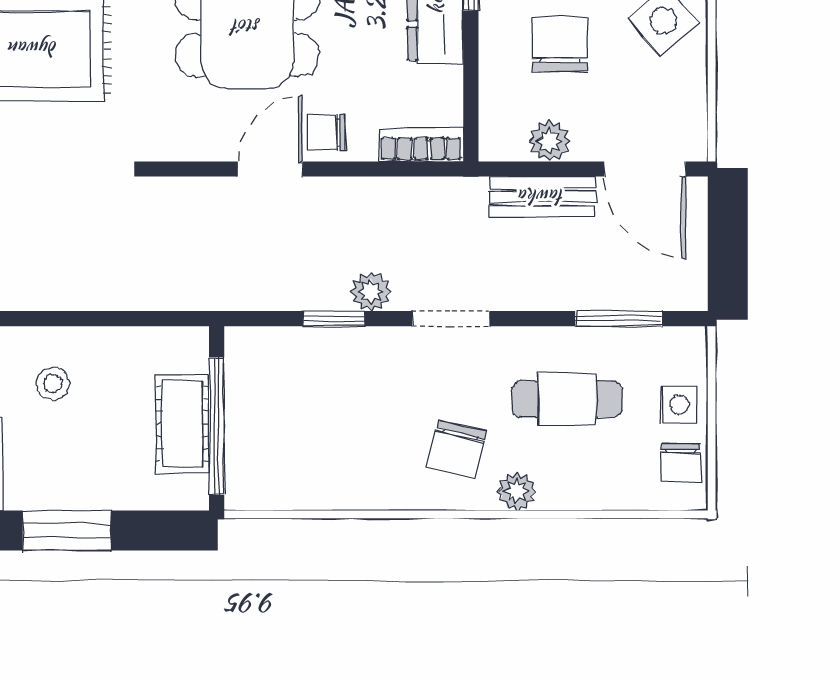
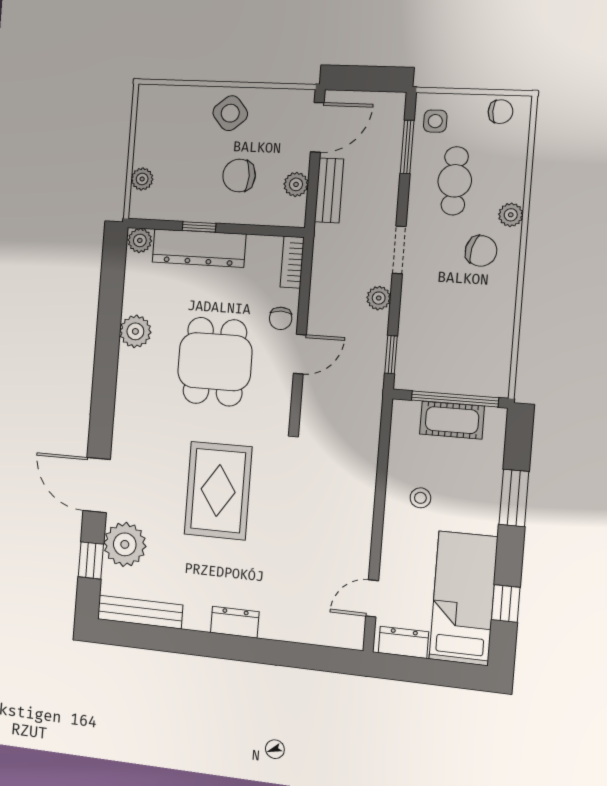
door: (270, 169) -> (300, 354), swing flipped
window: (334, 319) -> (391, 355), moved
side table: (679, 405) -> (435, 121), moved

